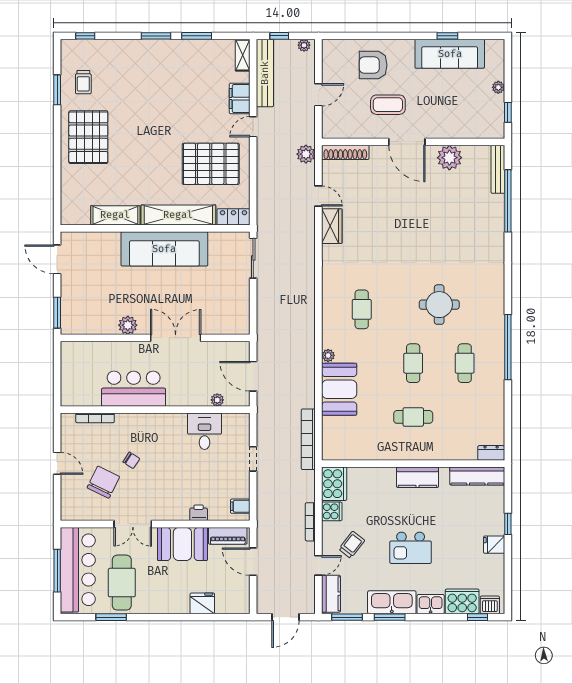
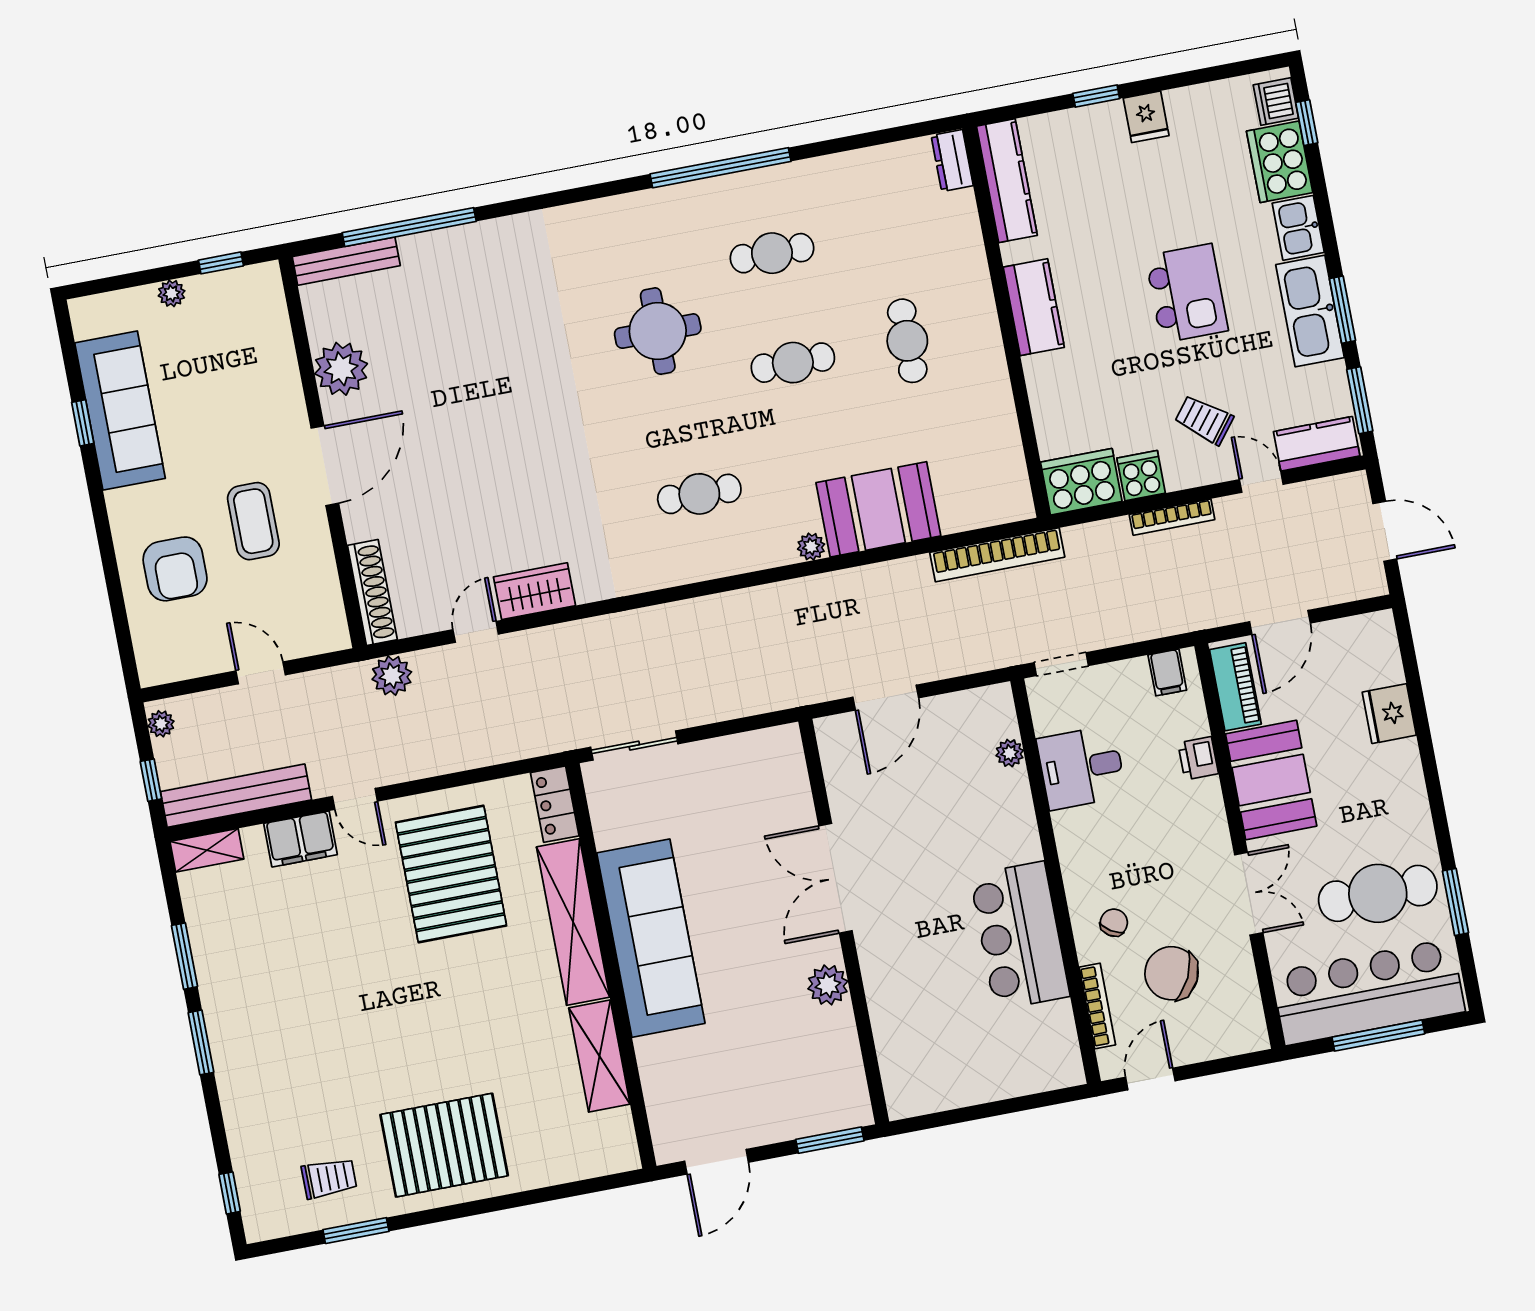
bar counter: (134, 389) -> (1020, 936), moved
plant: (217, 400) -> (1010, 753), moved
wall: (155, 410) -> (1056, 881), moved
bookcase: (95, 418) -> (1097, 1006), moved
desk: (204, 431) -> (1081, 768), moved

